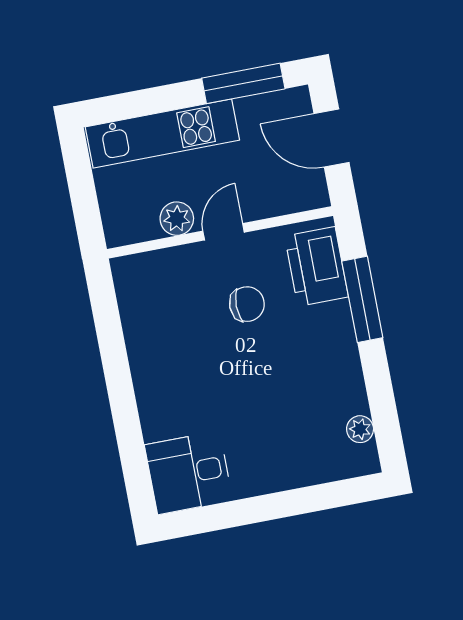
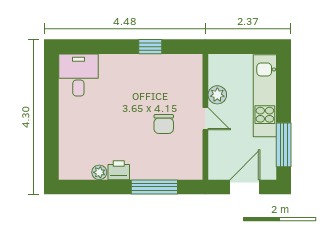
printer: (317, 267) -> (119, 170), moved, width x0.53, depth x0.68
window: (114, 354) -> (150, 47), added
plant: (360, 429) -> (99, 172), moved

